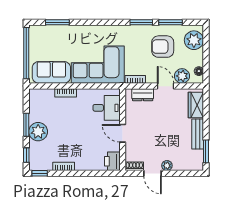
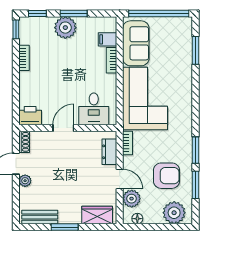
armchair: (163, 47) -> (167, 176), turned 90
door: (166, 86) -> (120, 179), hinge flipped
filing cabinet: (48, 96) -> (107, 39), added
bench: (198, 134) -> (40, 217), moved
window: (206, 151) -> (65, 227), moved

